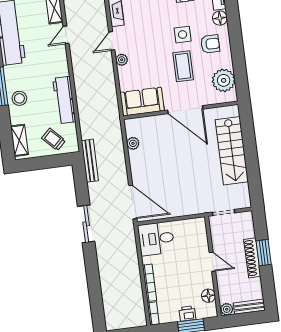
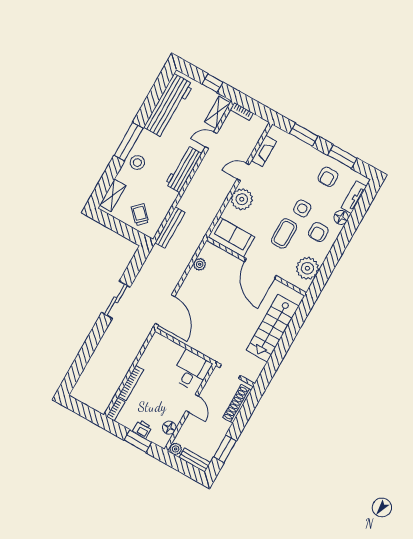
armchair: (210, 44) -> (318, 232), turned 90
plant: (122, 60) -> (242, 199), width x1.88, depth x1.88
workbench: (64, 100) -> (183, 169), moved
bench: (90, 161) -> (170, 228), moved
desk: (156, 239) -> (192, 371), moved, turned 90
window: (264, 253) -> (225, 449), moved
shoe rack: (252, 258) -> (237, 404), moved

